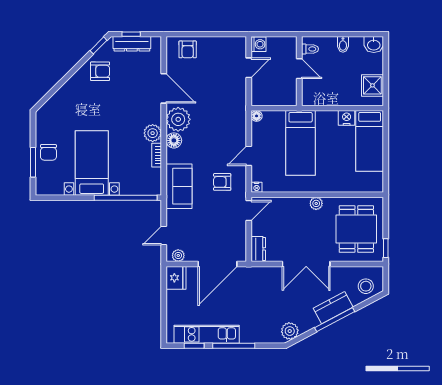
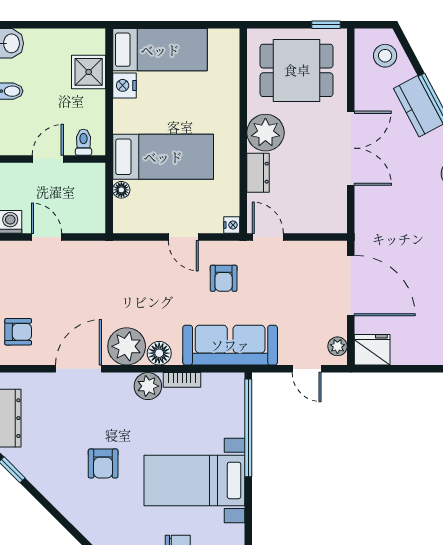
toilet: (310, 49) -> (83, 142), moved
armchair: (100, 71) -> (103, 464), moved, turned 180
shower: (372, 85) -> (89, 72), moved
floor lamp: (257, 116) -> (121, 190), moved
sofa: (179, 186) -> (230, 345), width x1.36
plant: (316, 203) -> (265, 133), width x1.88, depth x1.88
dresser: (258, 249) -> (258, 173), moved, turned 90

